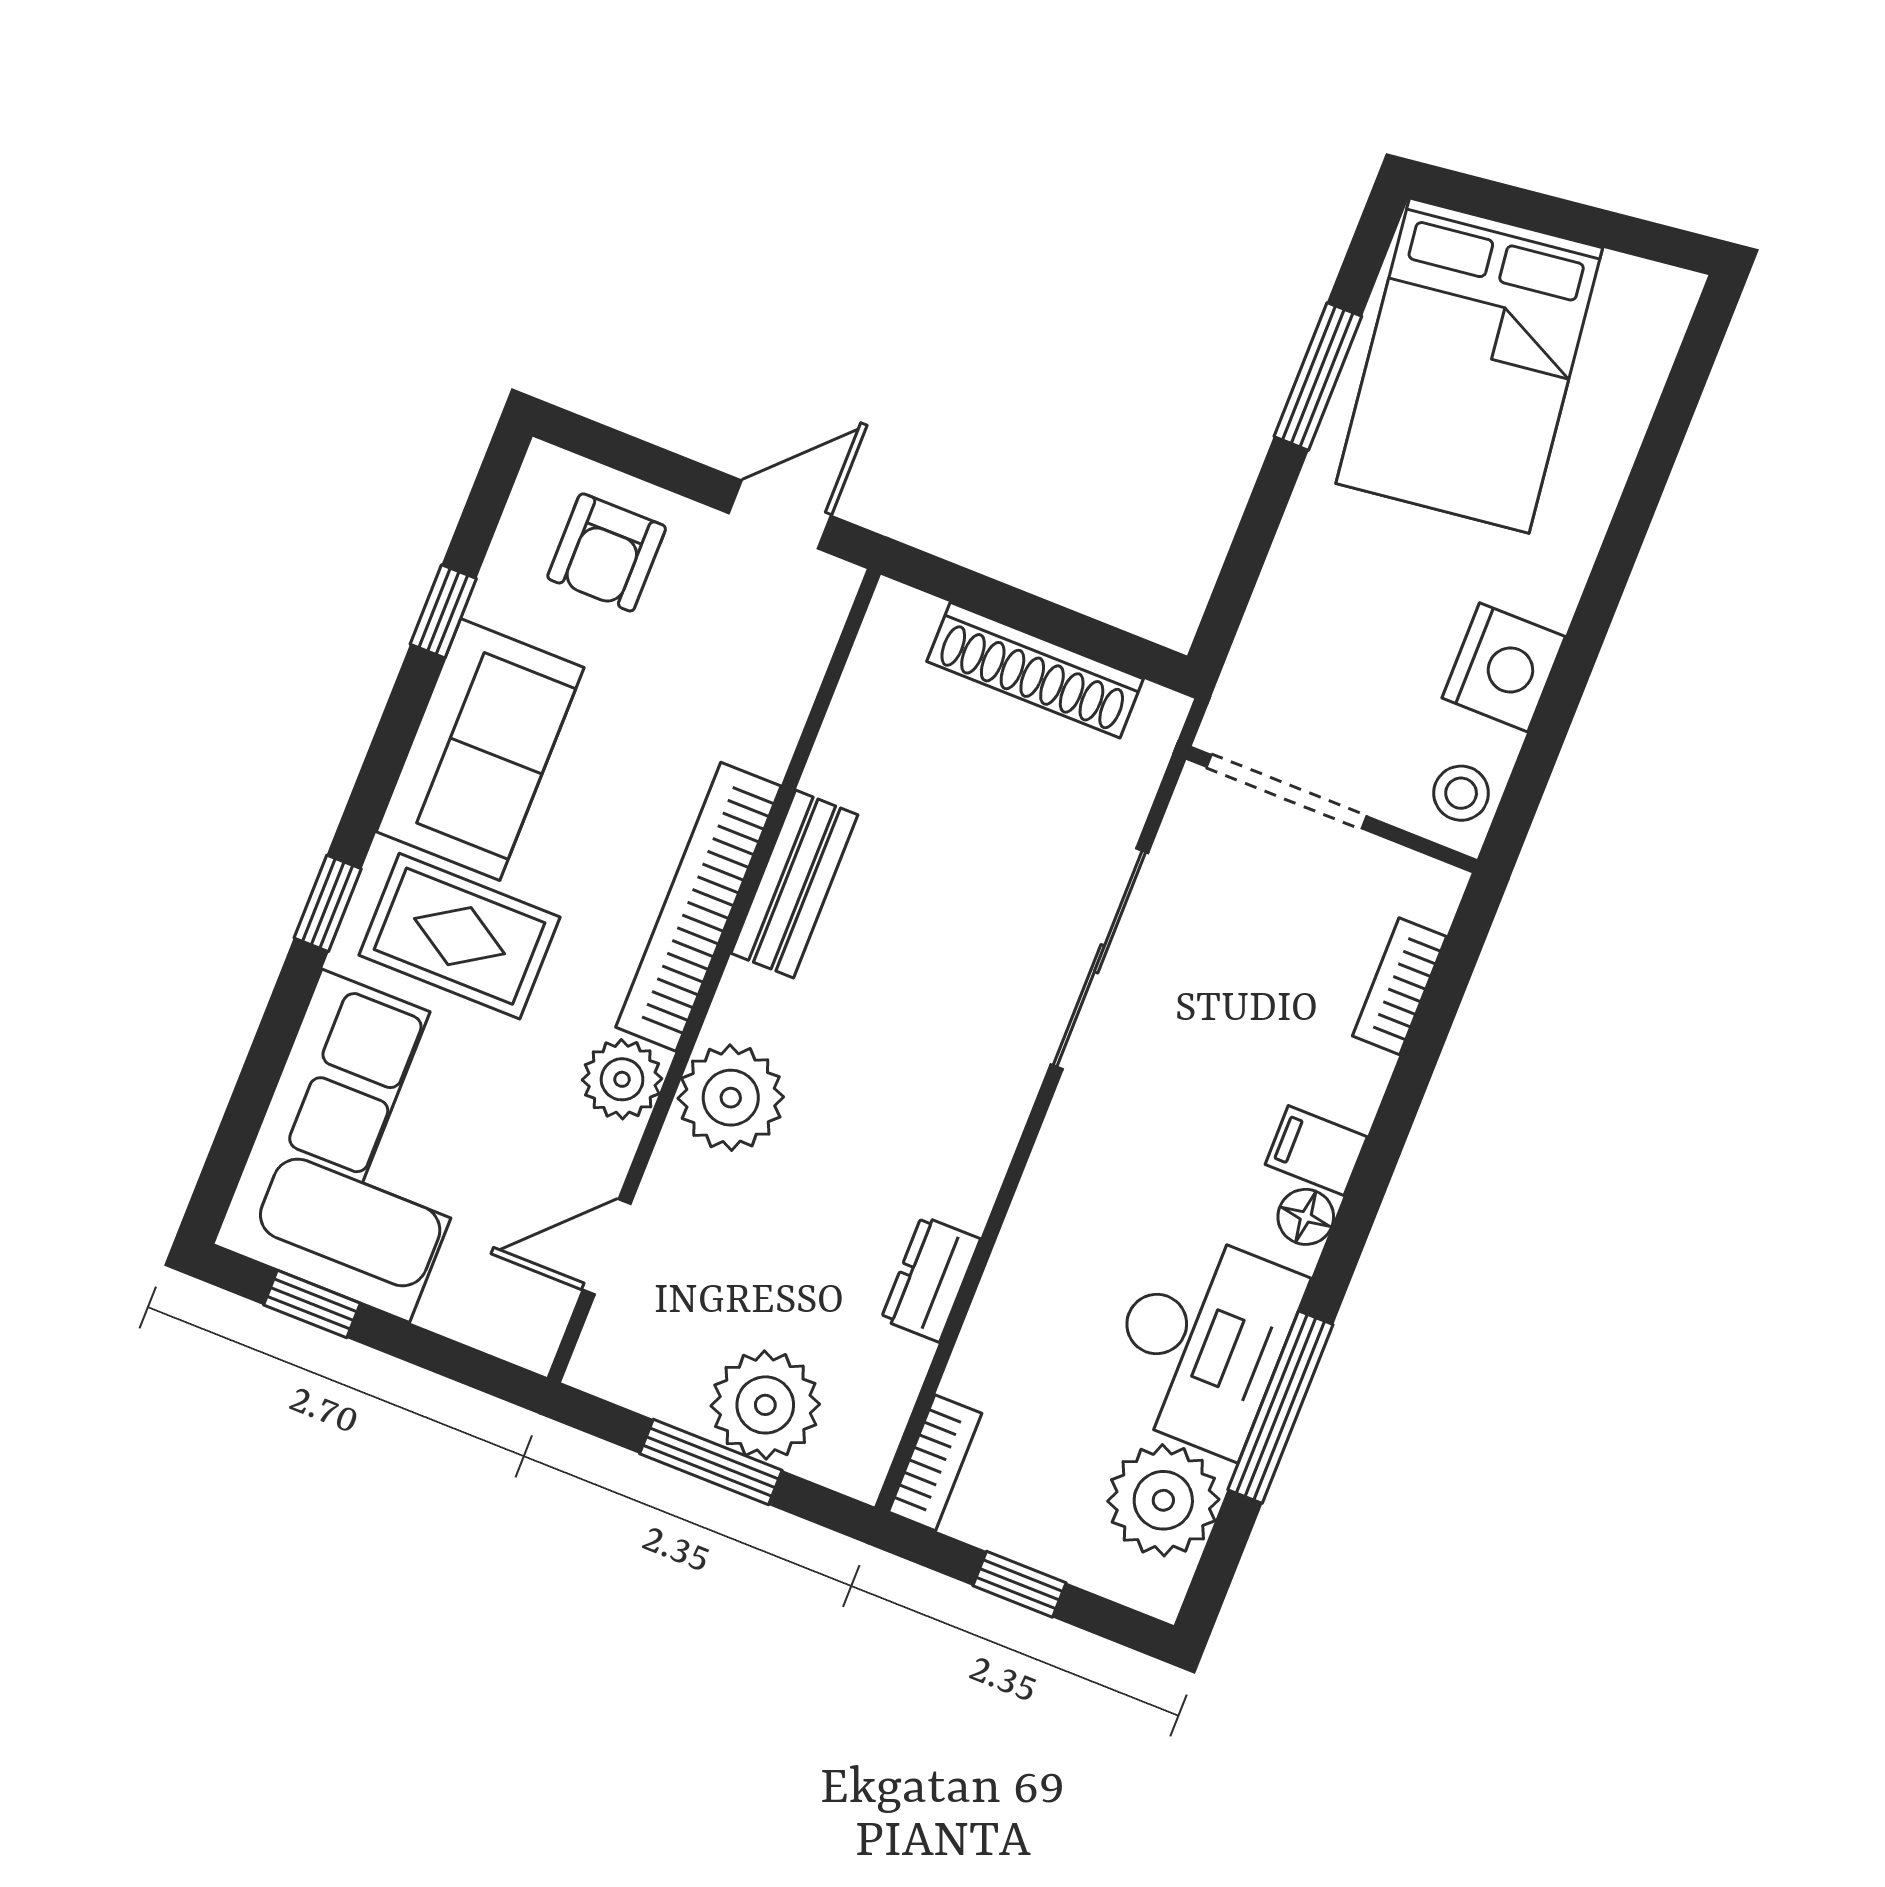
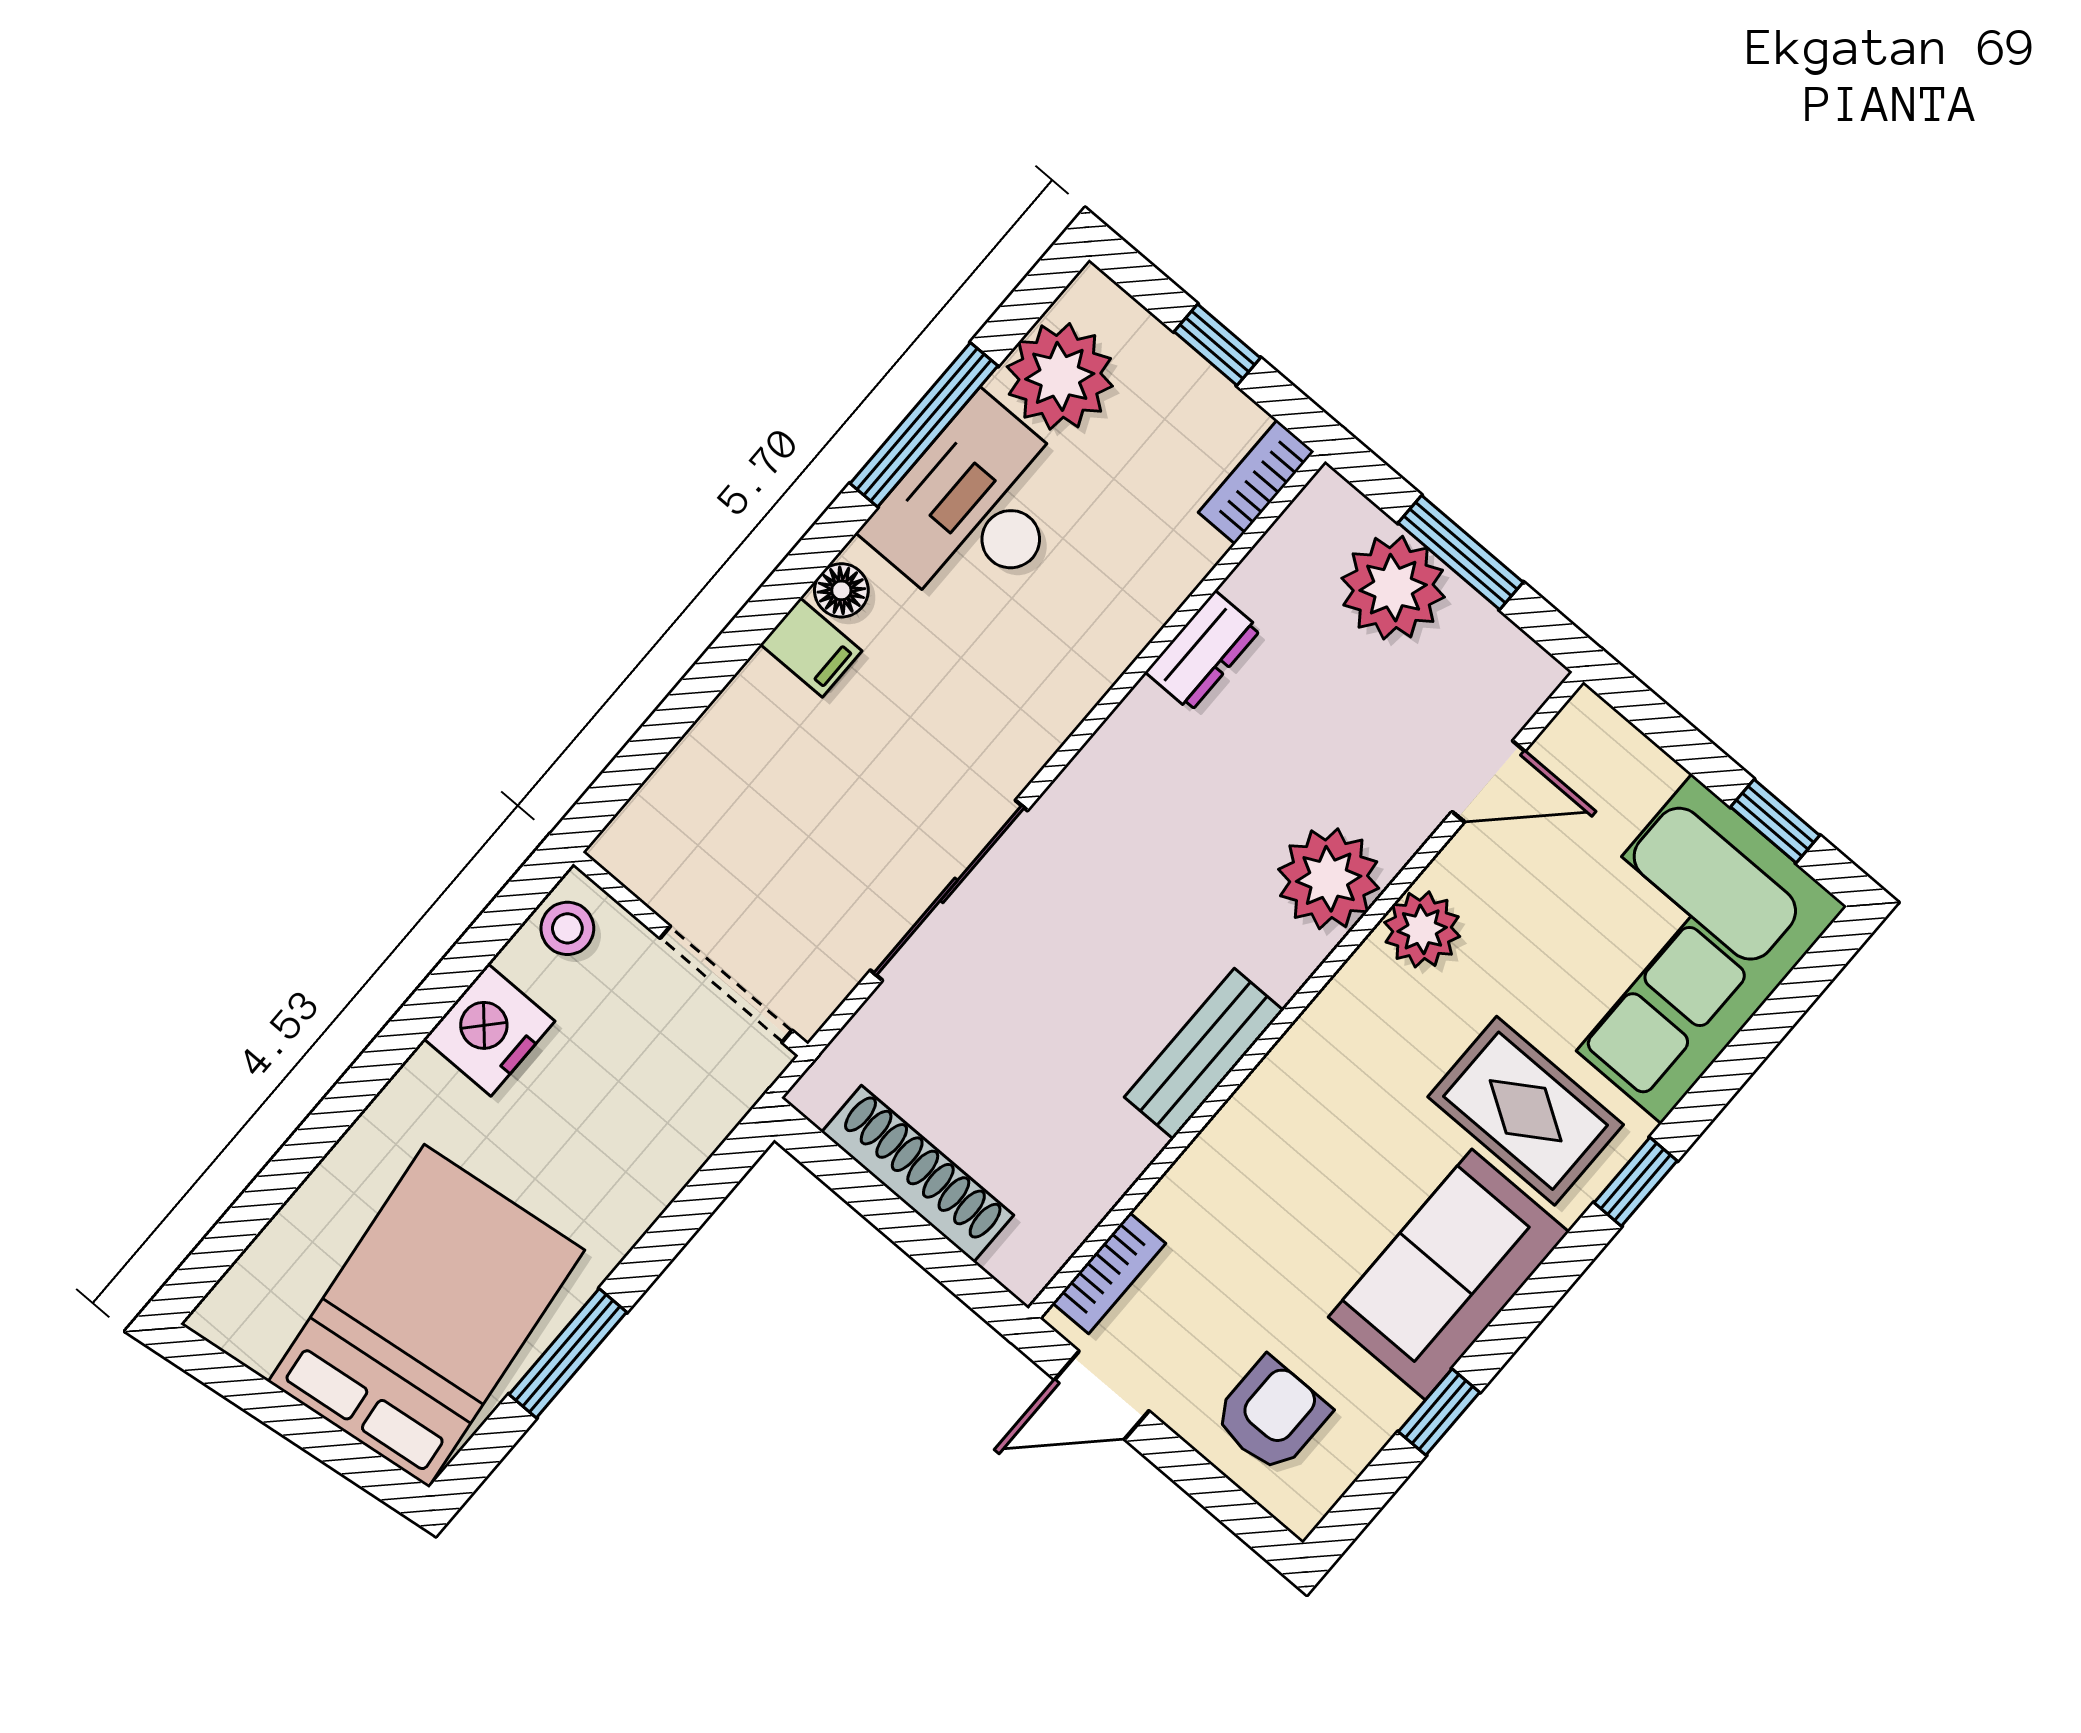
bookcase: (698, 907) -> (1109, 1273), moved, width x0.43, depth x0.76
bookcase: (1399, 986) -> (684, 771), removed

